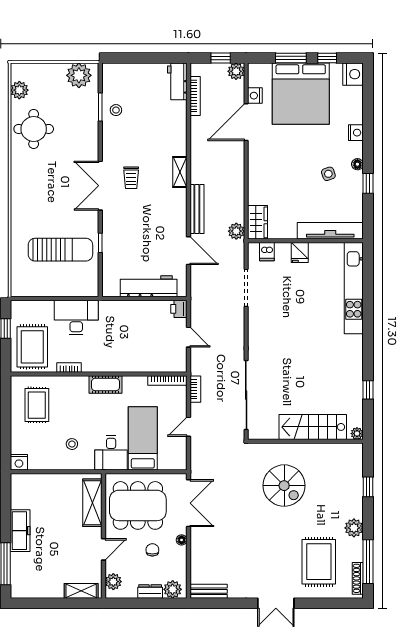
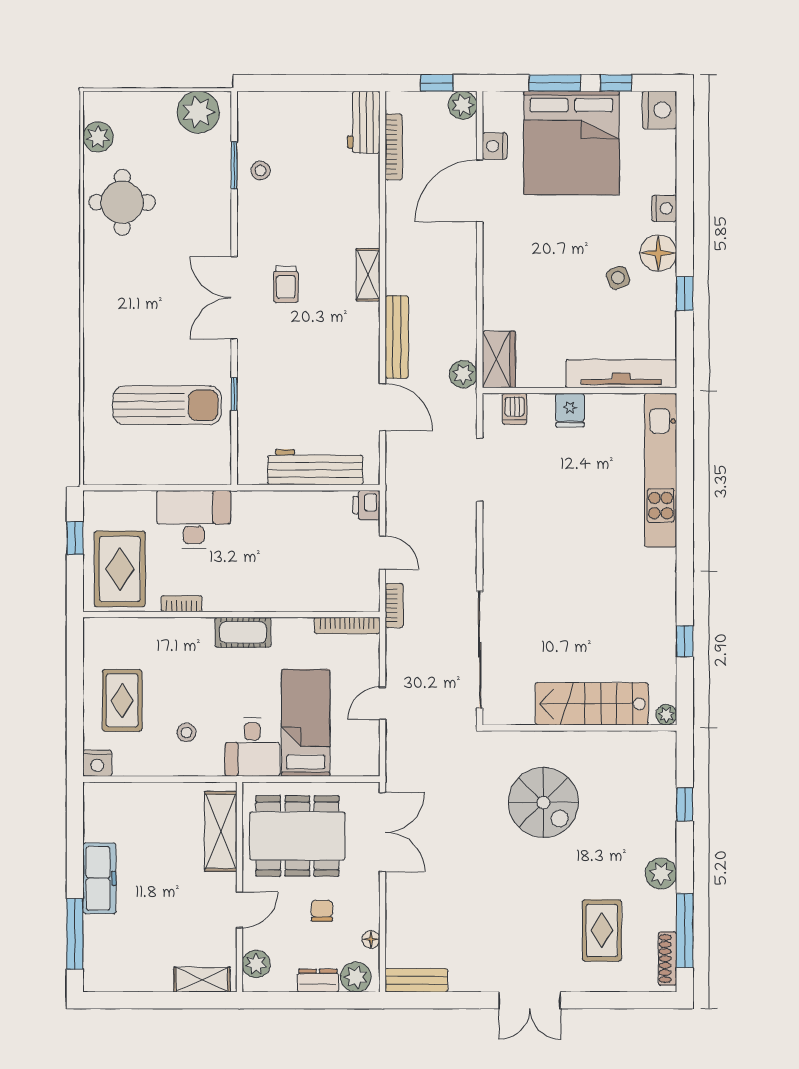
floor lamp: (357, 164) -> (658, 253), width x1.89, depth x1.89
bookcase: (195, 389) -> (394, 606), moved
rug: (37, 405) -> (122, 700), moved
floor lamp: (182, 540) -> (371, 939), moved
rug: (319, 562) -> (602, 930), width x0.73, depth x0.70

